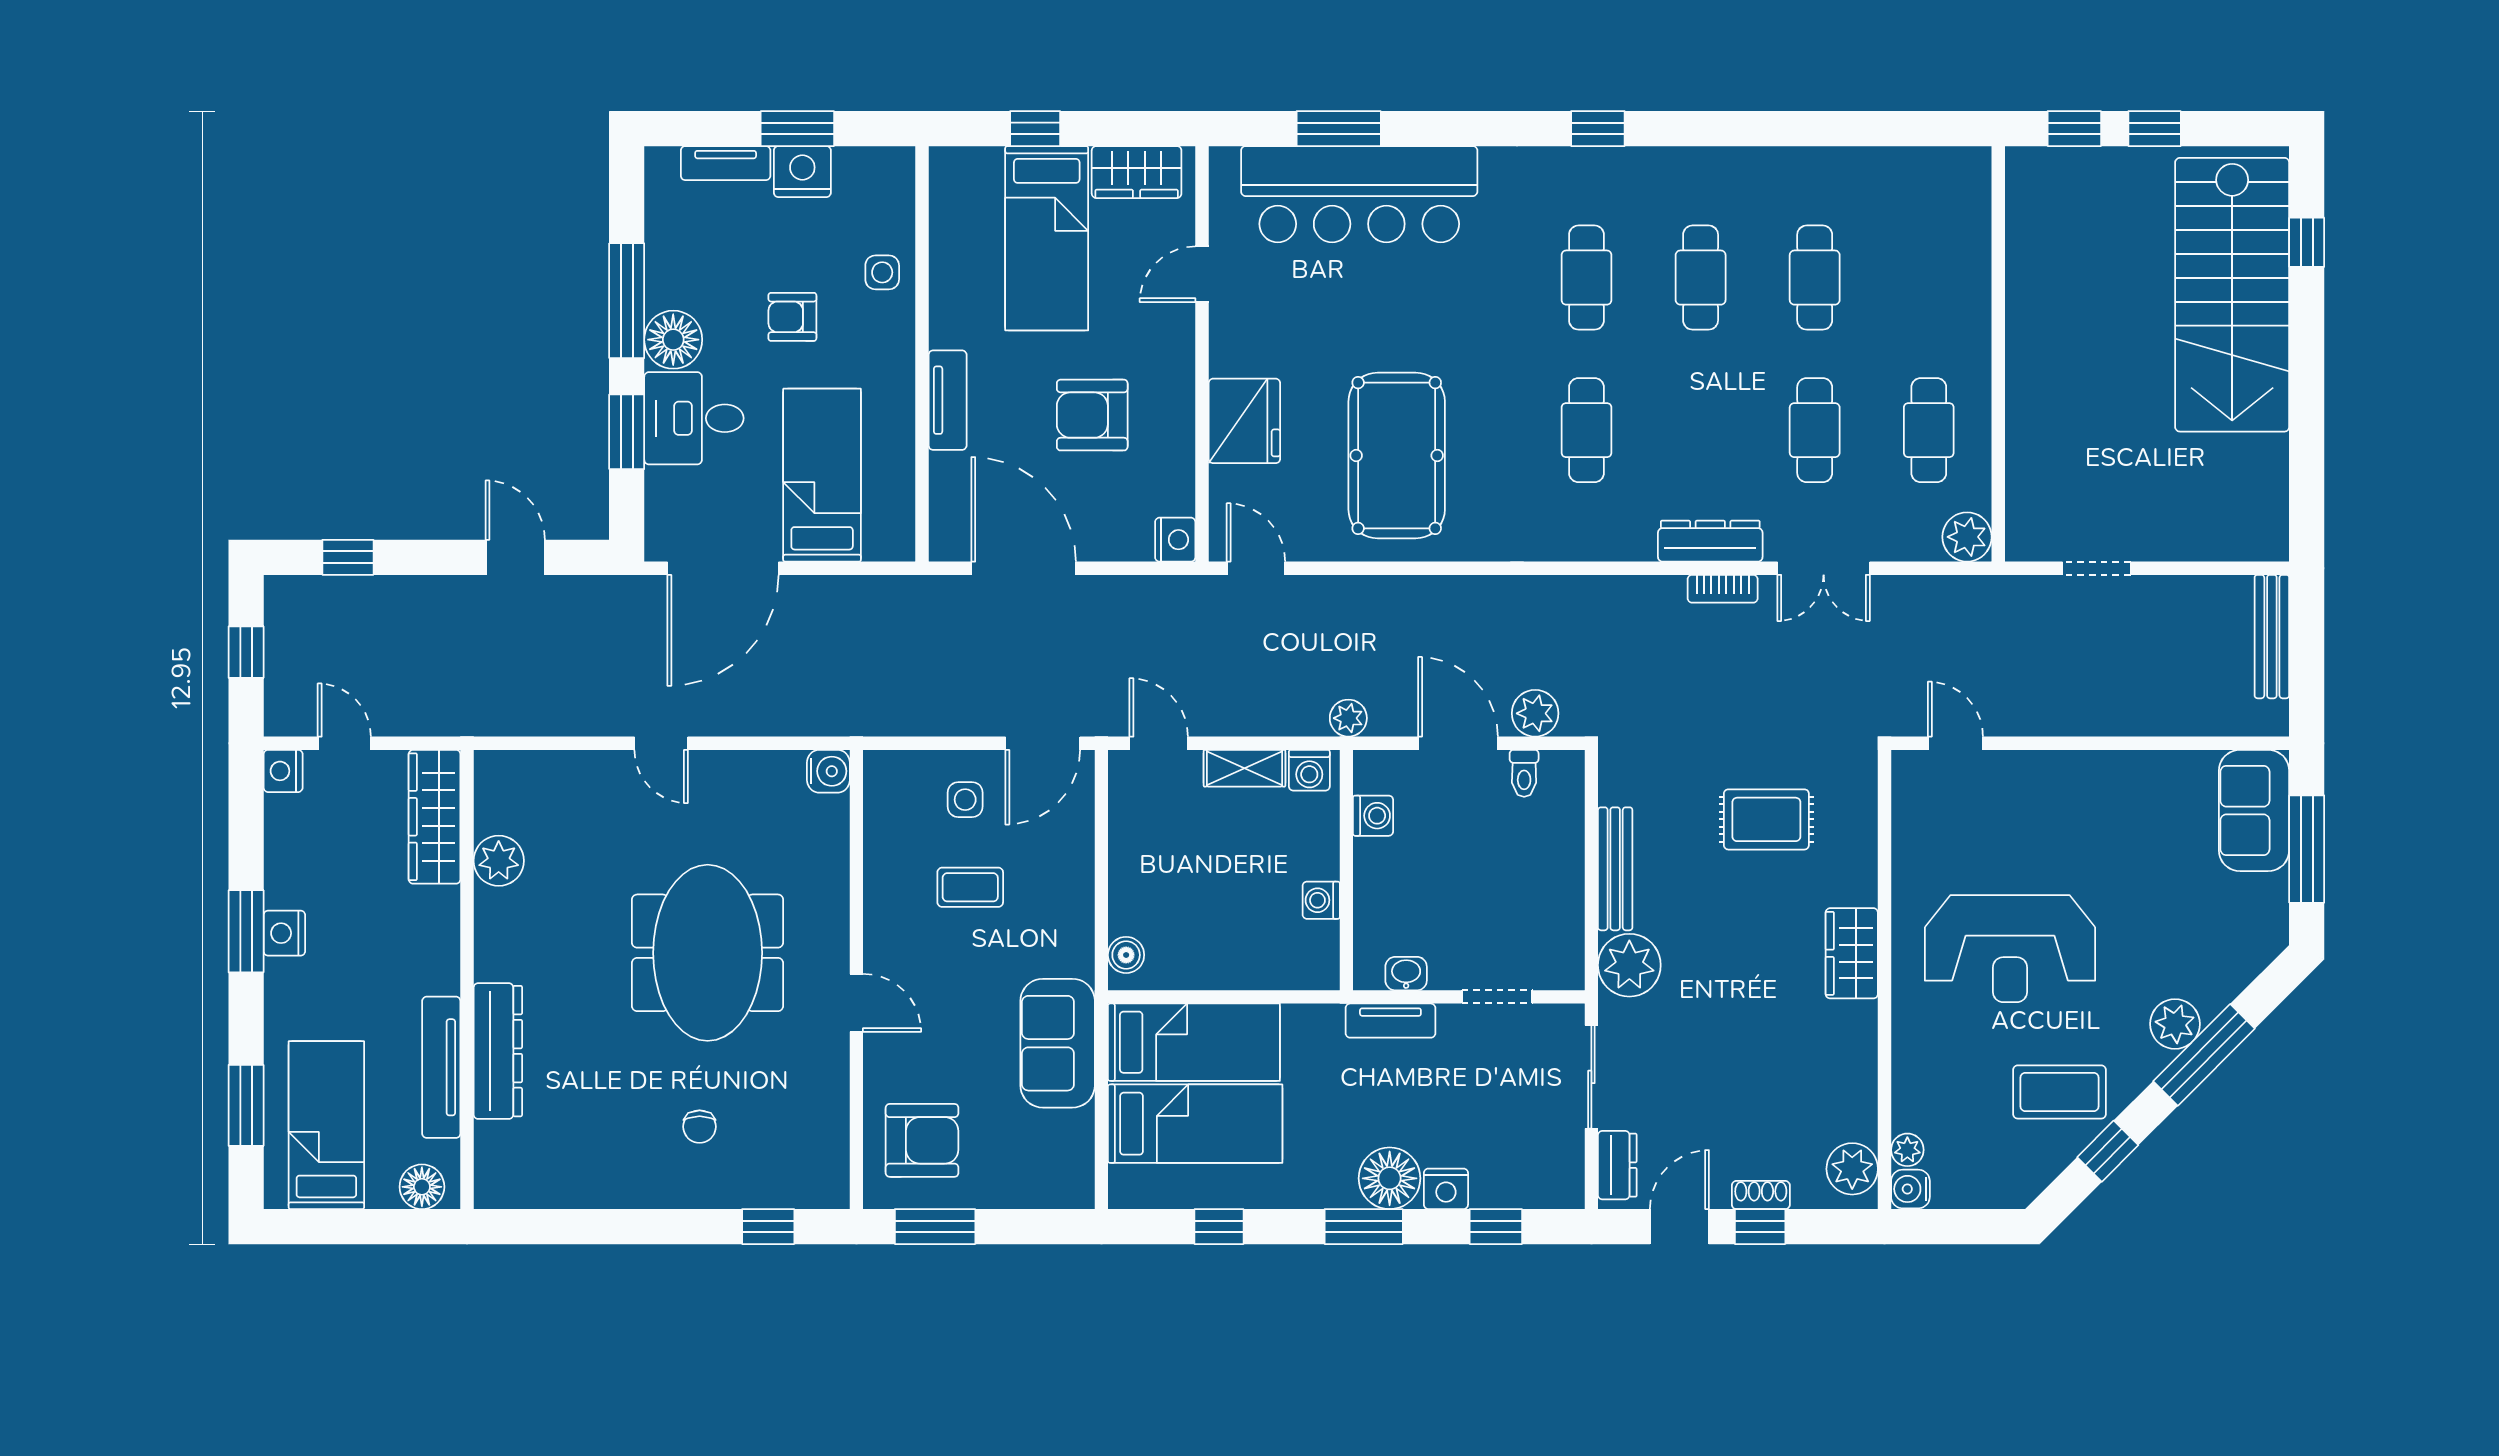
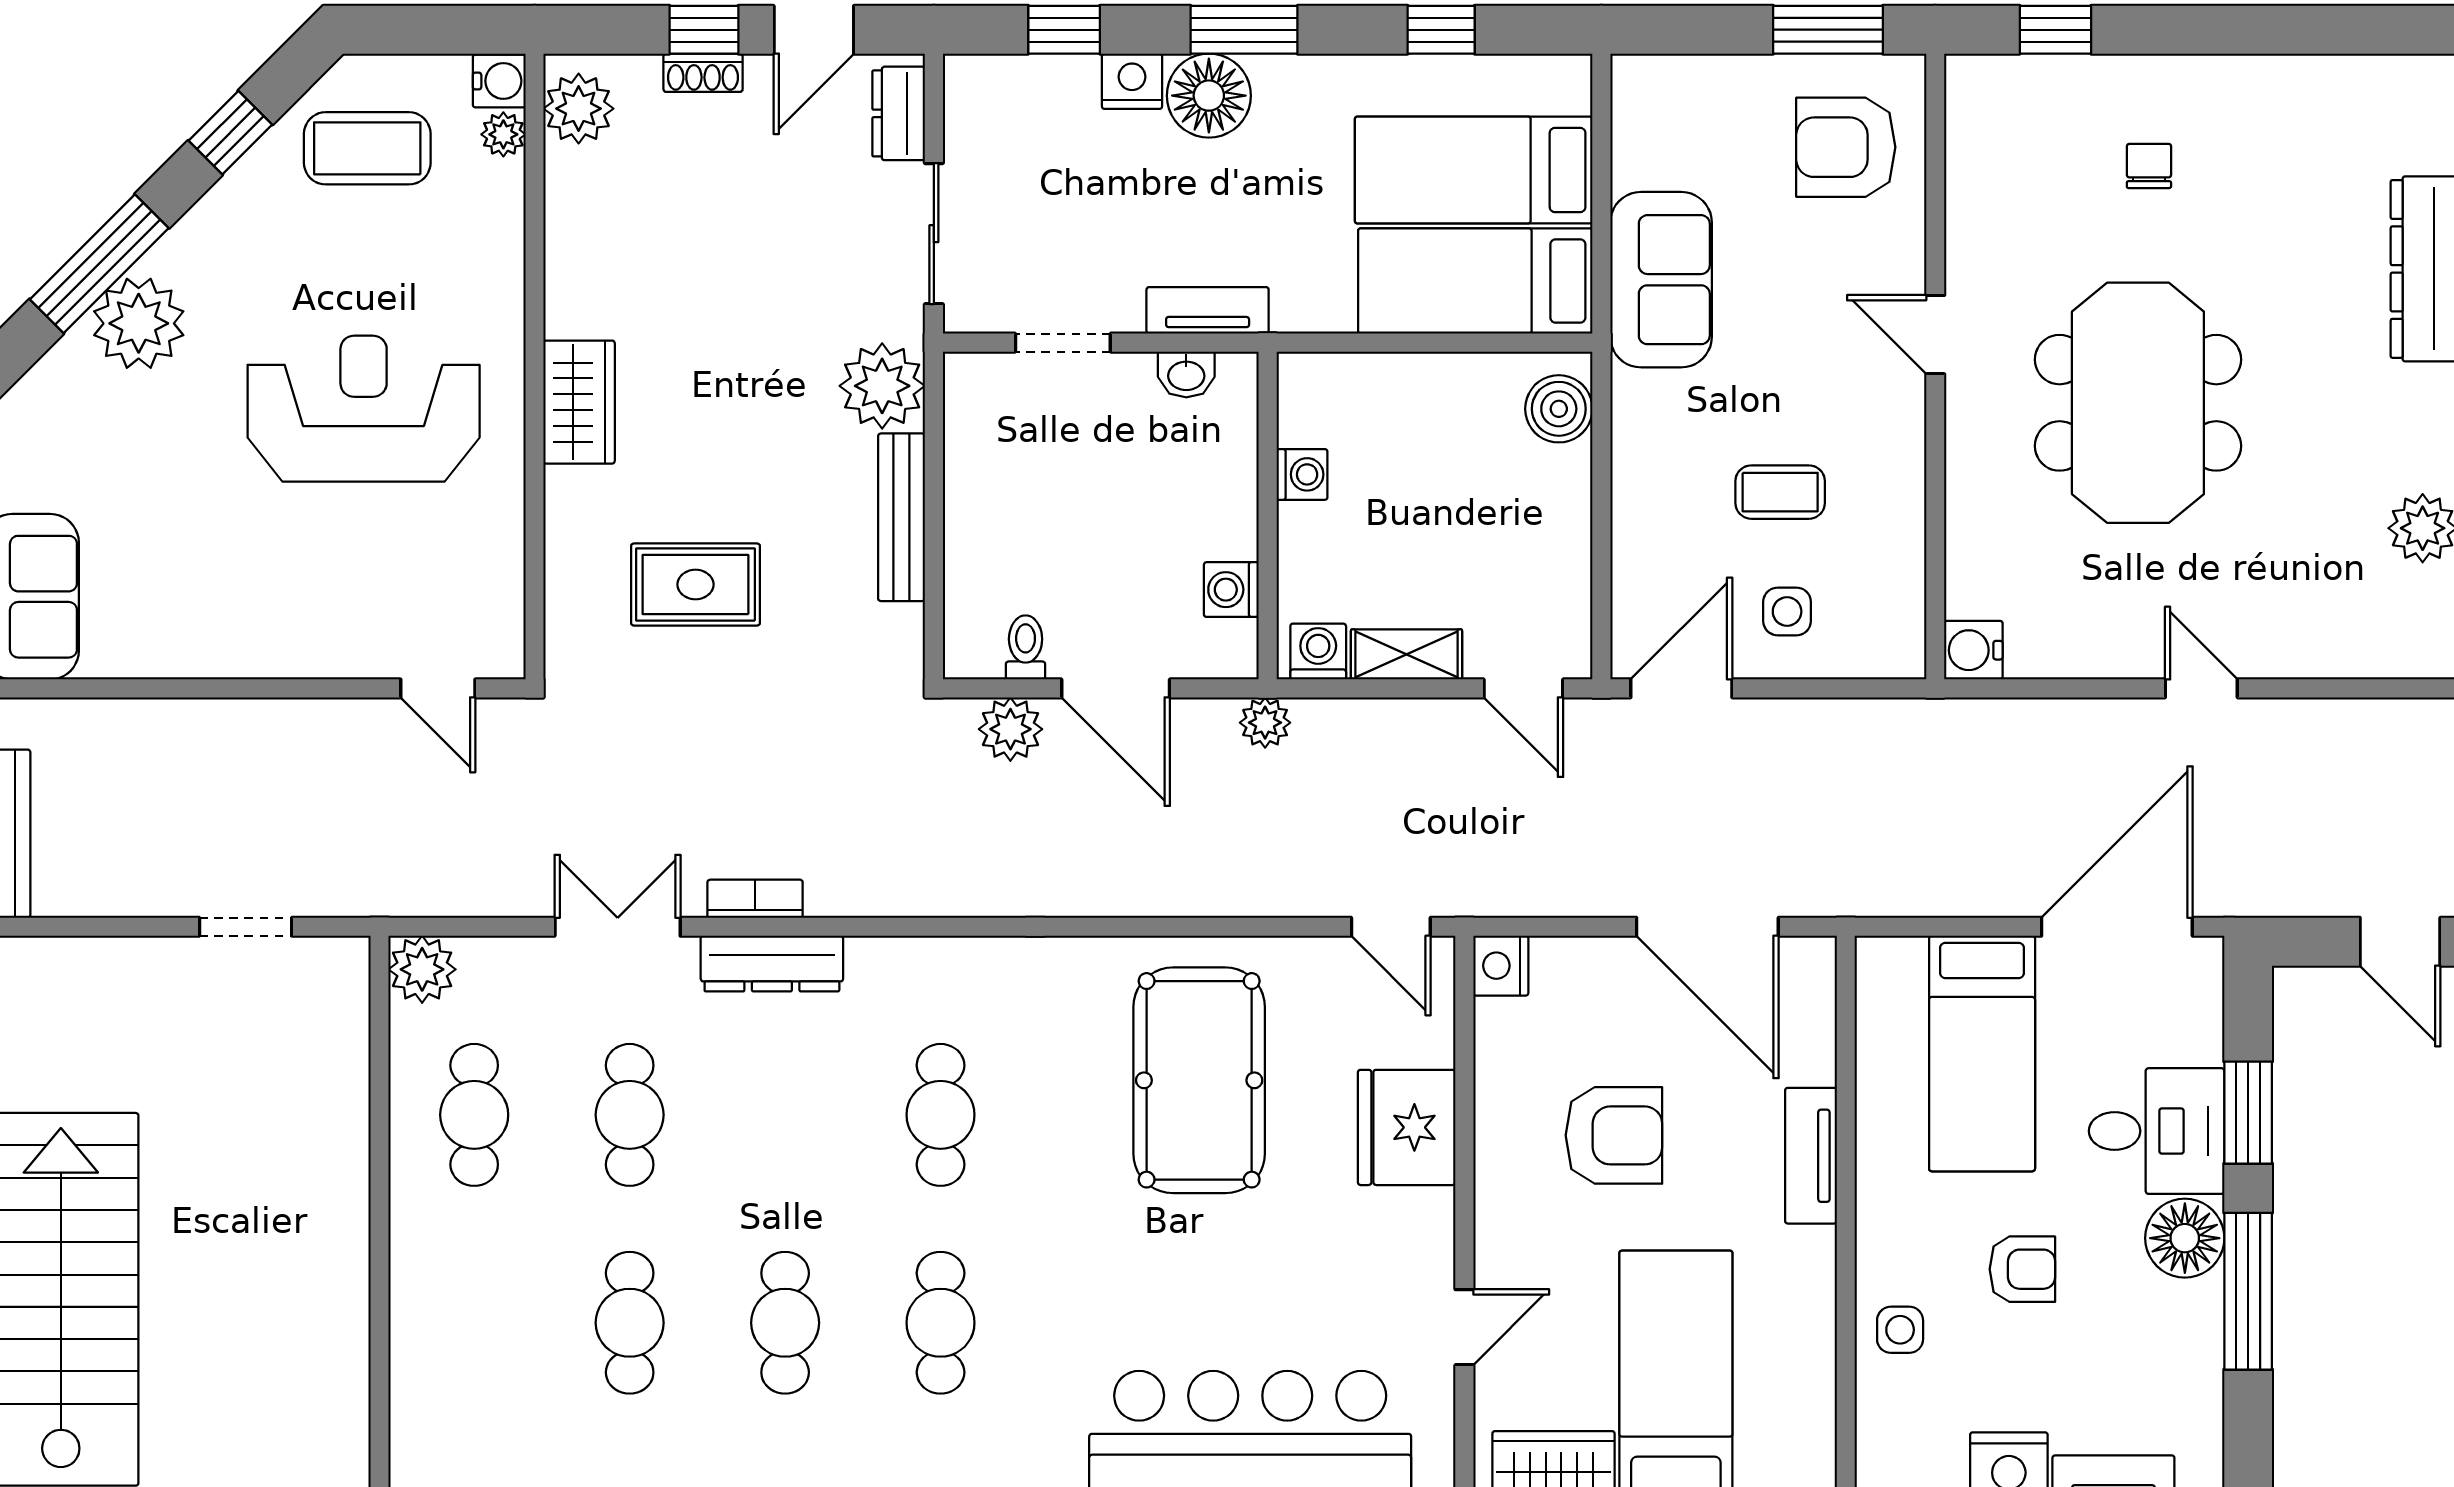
boiler: (1126, 955) -> (1559, 409), width x1.36, depth x1.36
plant: (2175, 1024) -> (139, 323), width x1.36, depth x1.36
coffee table: (2060, 1092) -> (367, 148), moved

